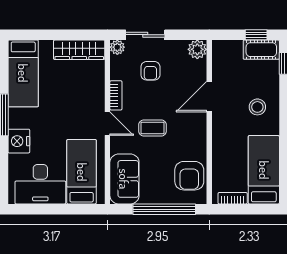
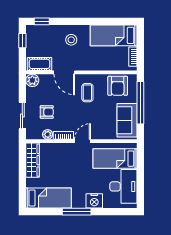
plant: (117, 47) -> (48, 134), moved
cot: (261, 50) -> (40, 64), moved, turned 90
coffee table: (153, 128) -> (87, 93), moved
armchair: (189, 176) -> (118, 86), turned 90
sofa: (124, 179) -> (127, 120), moved, turned -90

